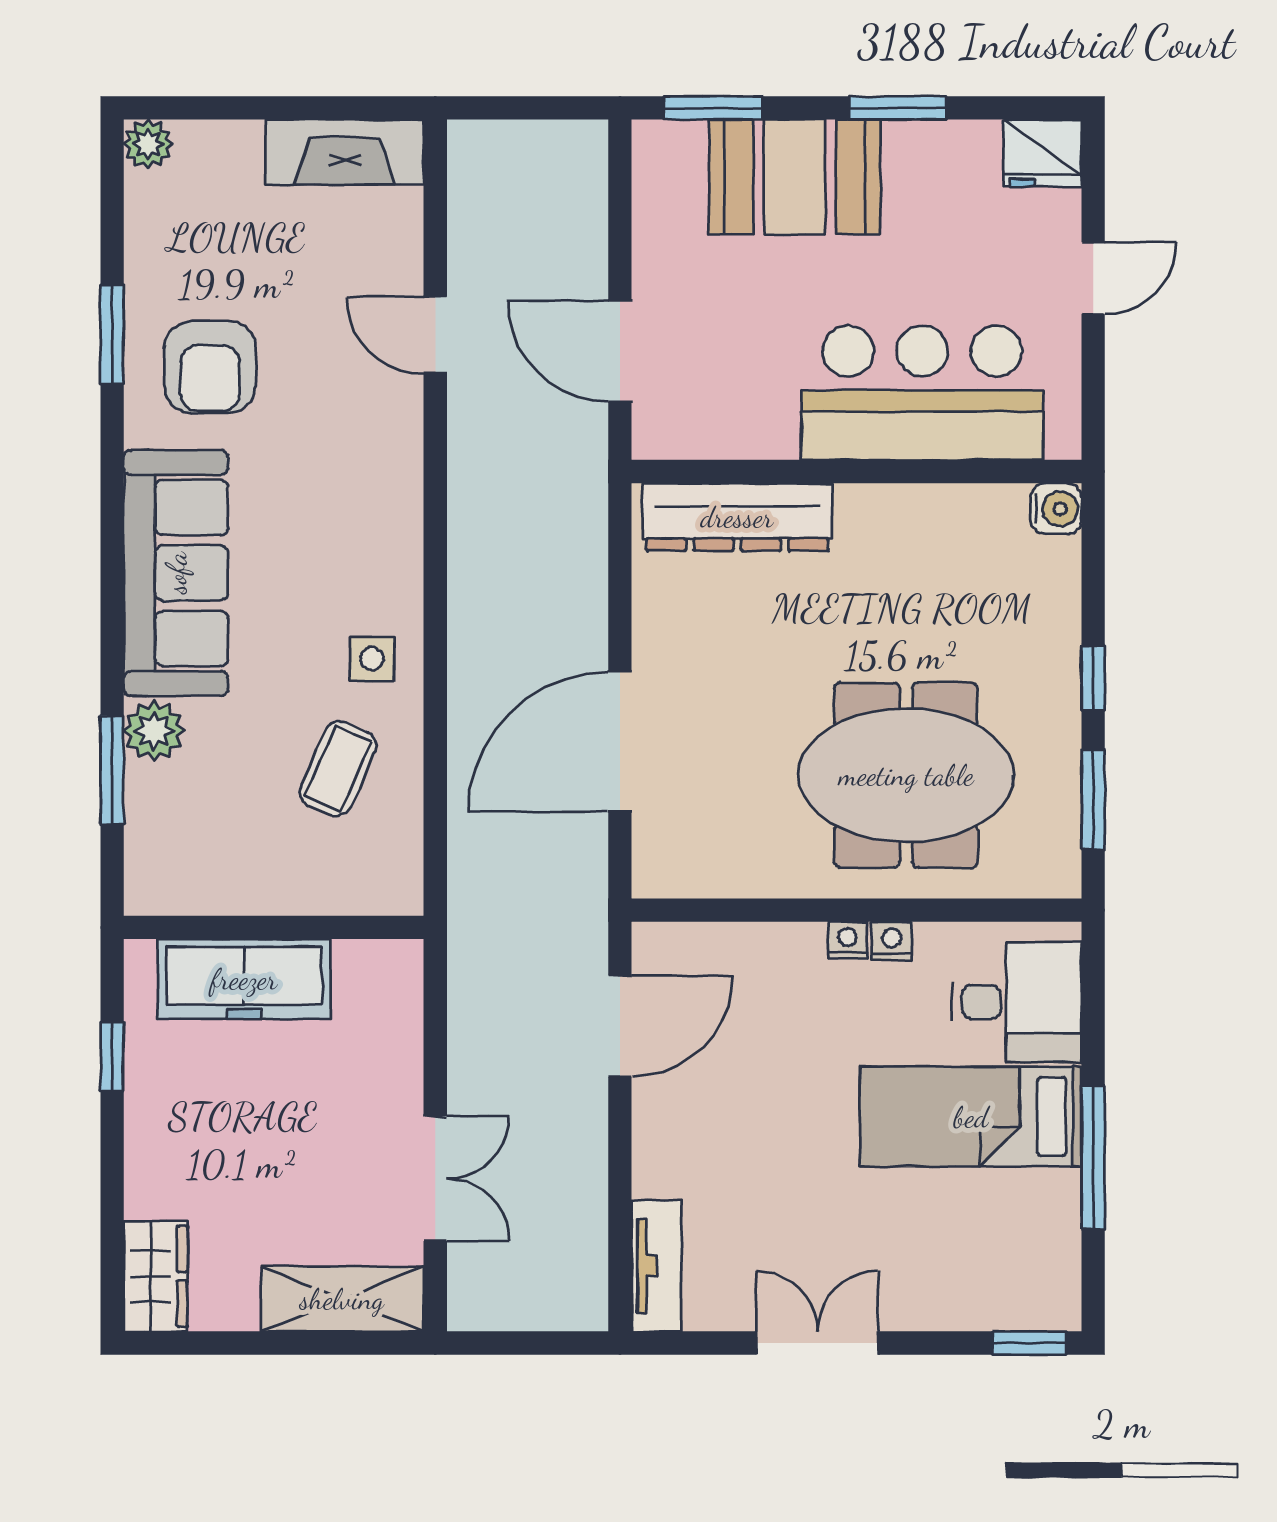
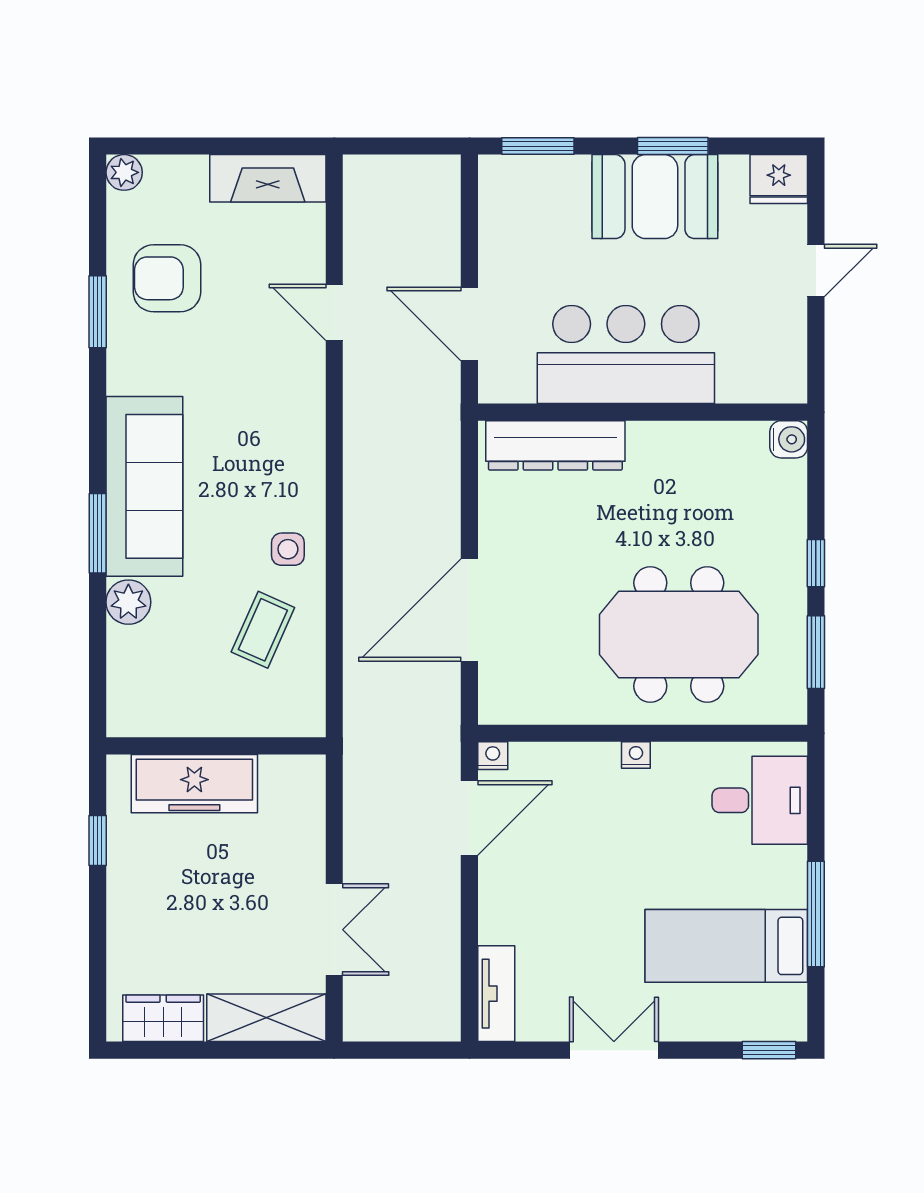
booth: (795, 177) -> (655, 197), moved
armchair: (210, 367) -> (167, 278), moved, turned 90
bar counter: (922, 393) -> (626, 355), moved
window: (112, 770) -> (98, 533), moved
nightstand: (892, 941) -> (493, 756), moved
bed: (971, 1117) -> (726, 946), moved
wardrobe: (156, 1276) -> (163, 1018), moved, turned -90

